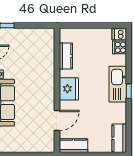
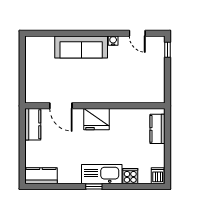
cooker: (120, 47) -> (130, 176), moved
kitchen counter: (66, 56) -> (157, 129), moved, turned 90

